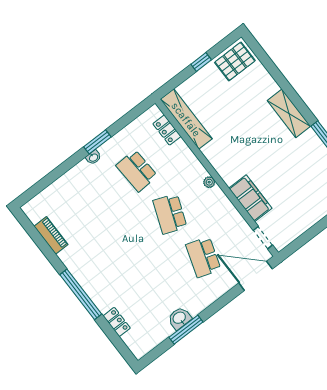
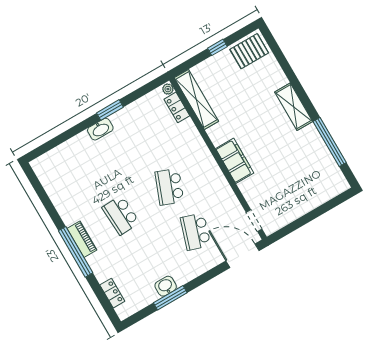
washbasin: (93, 157) -> (100, 129), width x1.91, depth x1.45
school desk: (137, 171) -> (121, 215), moved
plant: (209, 182) -> (168, 89), moved
filing cabinet: (250, 198) -> (235, 161), moved
piano: (51, 235) -> (82, 239), moved
locker: (117, 322) -> (112, 293), moved

